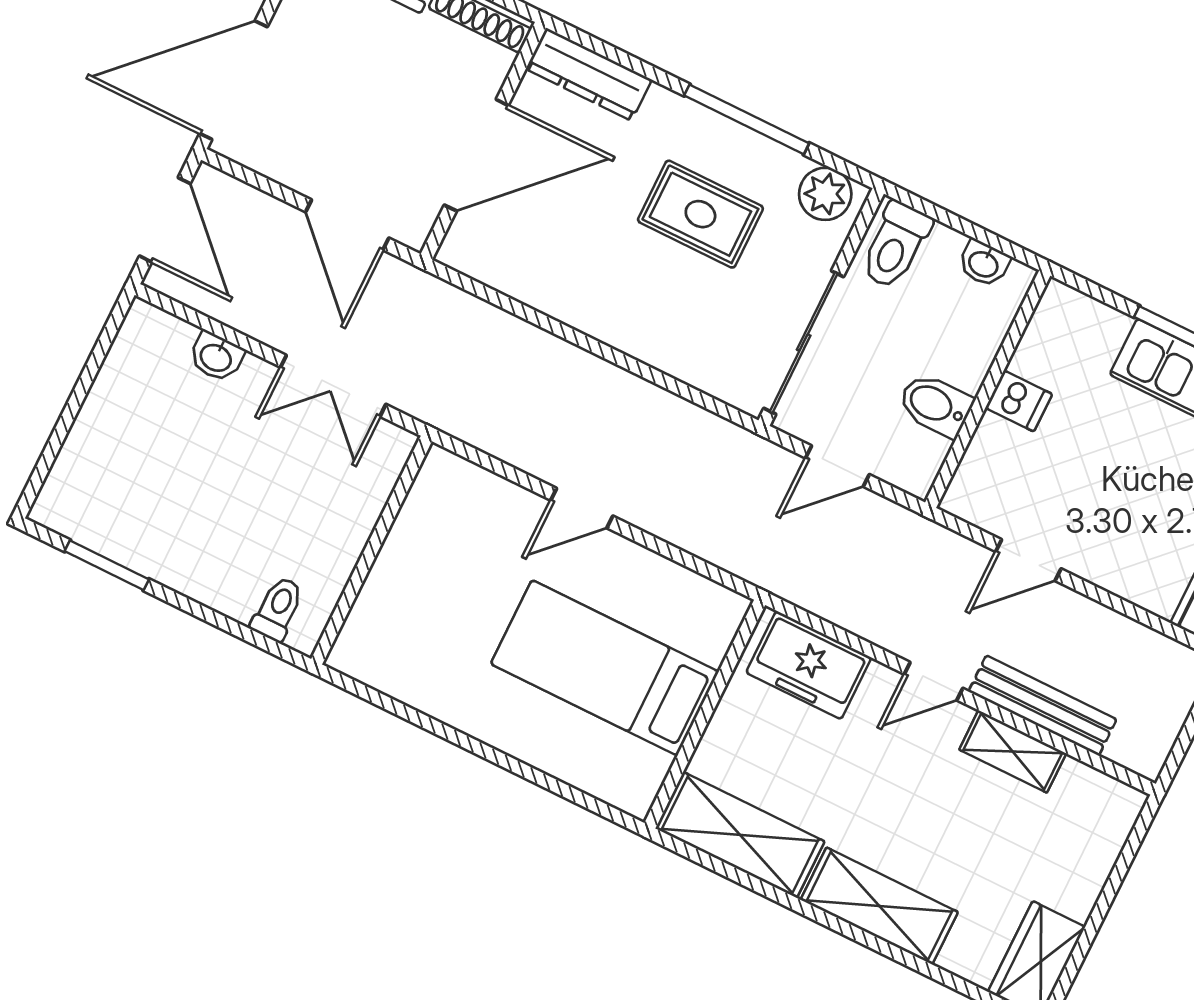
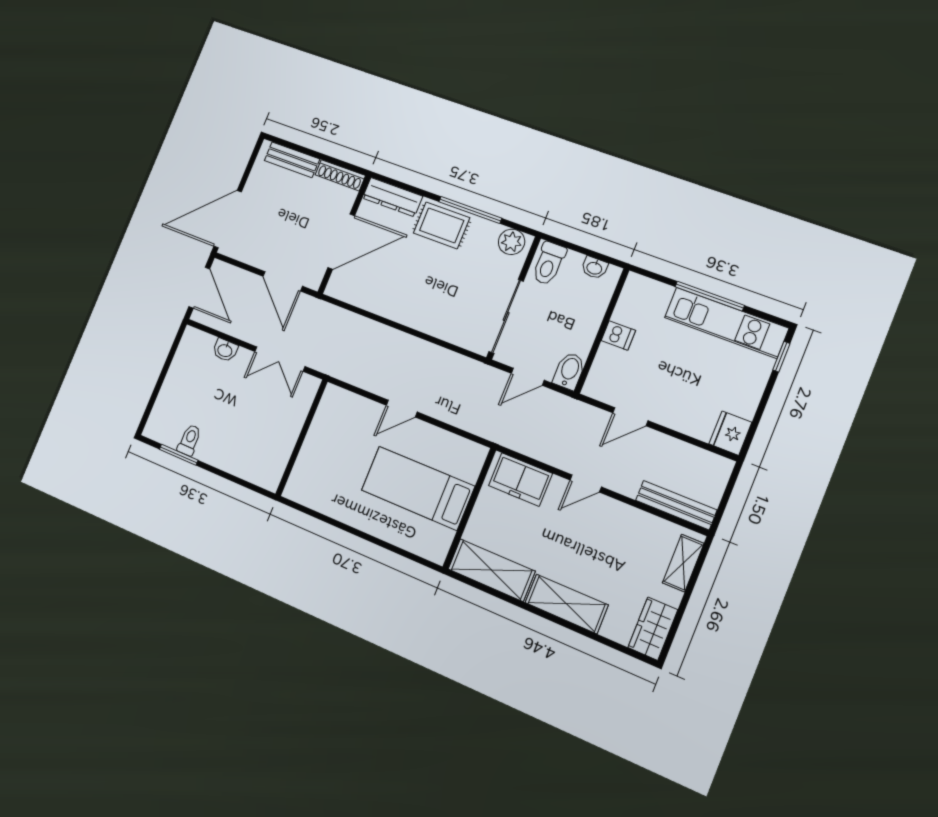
rug: (700, 214) -> (442, 225), moved
bidet: (935, 405) -> (569, 371), moved, turned 90
toilet: (278, 609) -> (189, 440), moved
bench: (1043, 705) -> (676, 505), moved
shelving: (1013, 751) -> (683, 563), moved, turned 90

